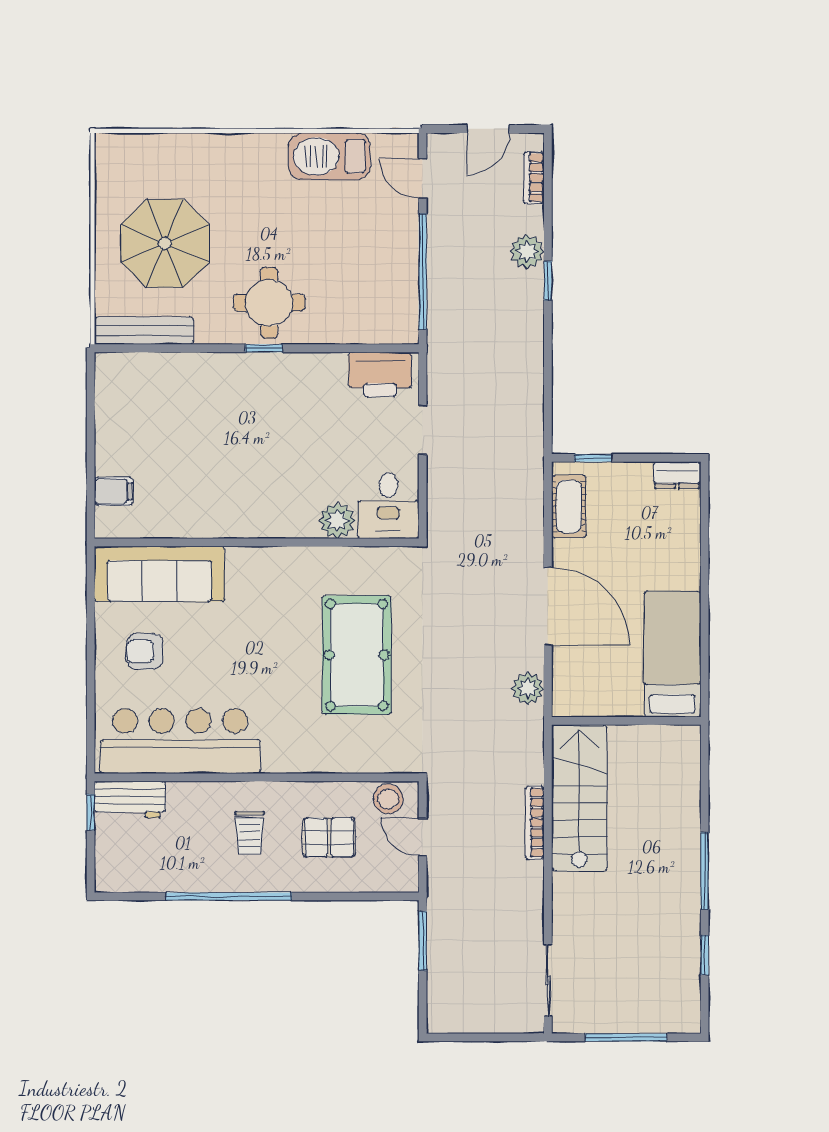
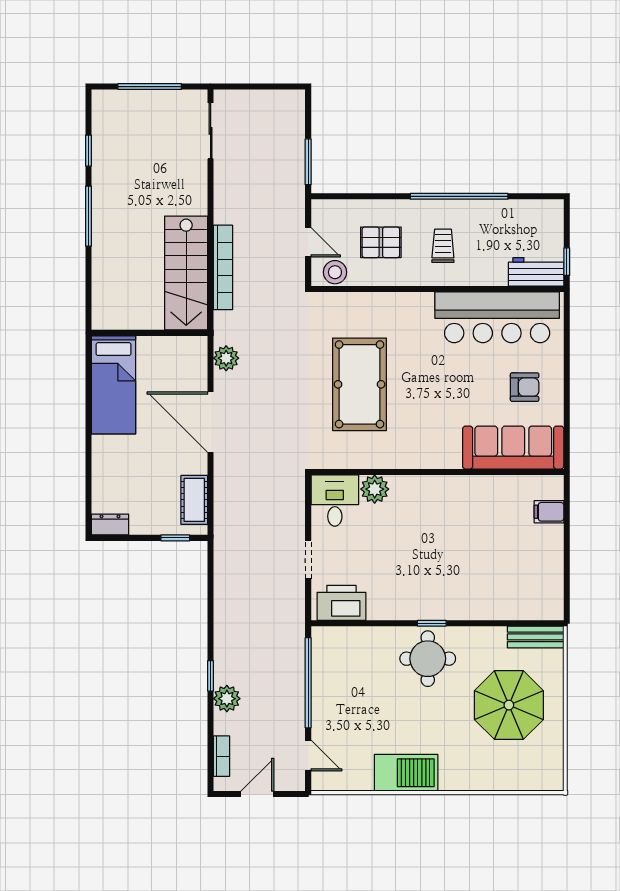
barbecue: (329, 156) -> (406, 773), moved
bench: (144, 331) -> (536, 637), width x0.73
bookcase: (535, 823) -> (223, 267), width x1.48, depth x1.31

